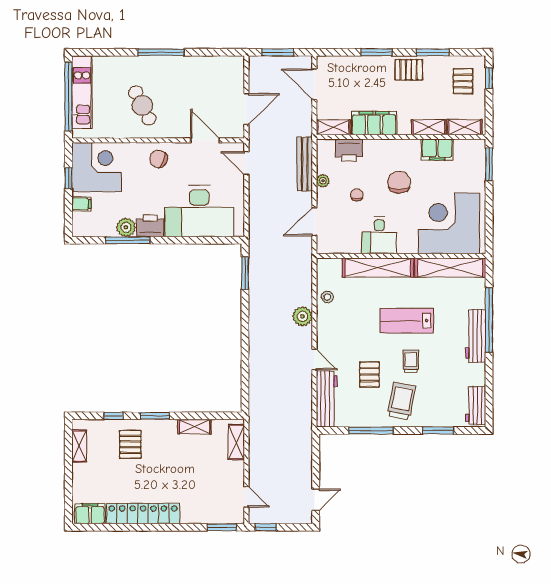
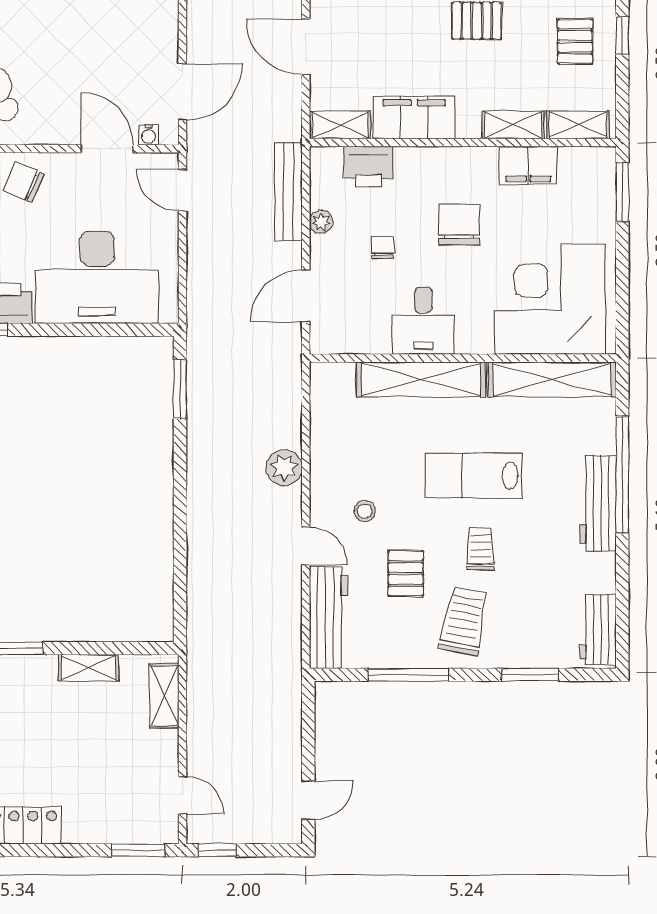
water cooler: (228, 133) -> (149, 135), added
stool: (327, 297) -> (365, 511), moved

